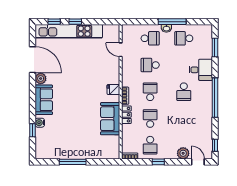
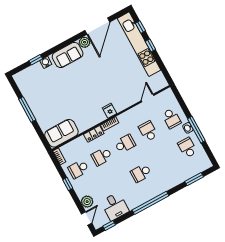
desk: (201, 70) -> (115, 206), moved
school desk: (150, 118) -> (102, 156), turned 180
sofa: (110, 119) -> (61, 133), moved

